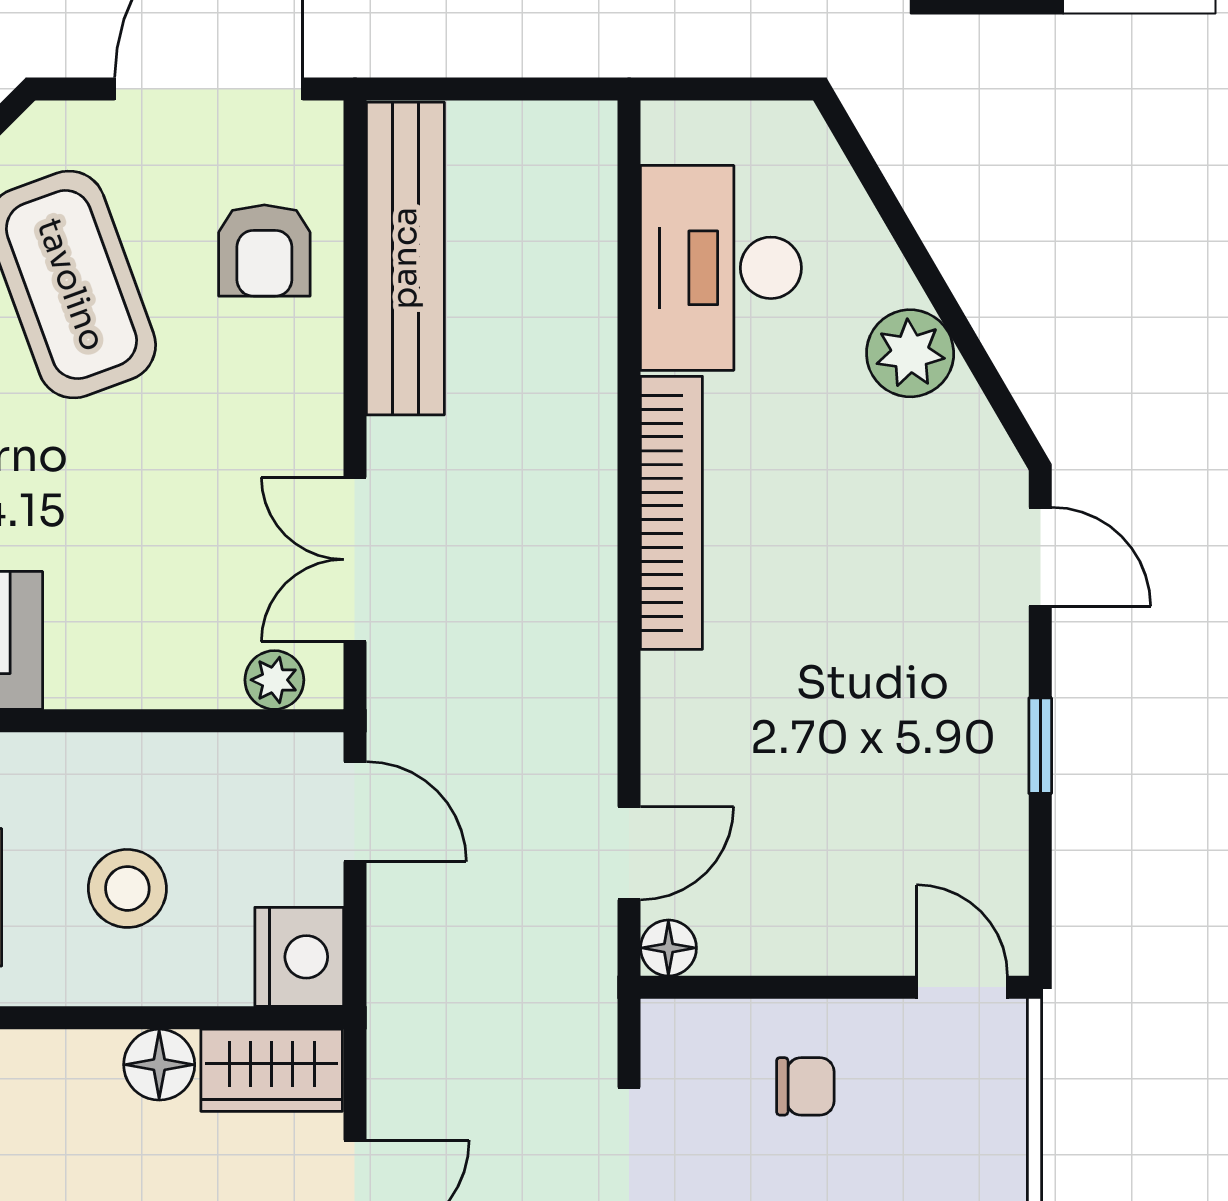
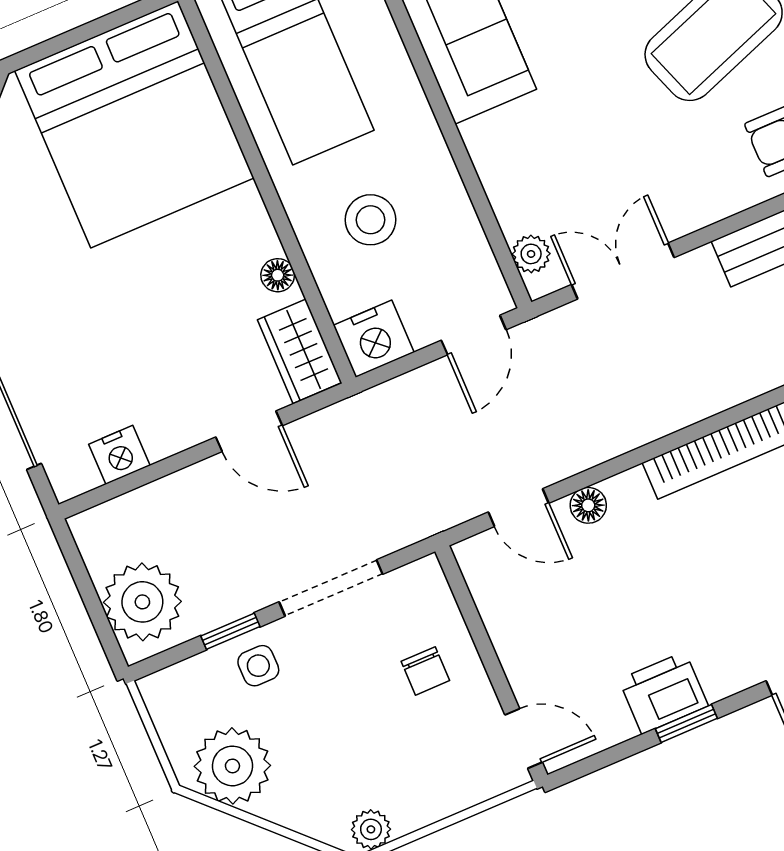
printer: (982, 760) -> (663, 693), added
floor lamp: (668, 948) -> (588, 505), moved
door: (962, 987) -> (524, 738), hinge flipped
floor lamp: (159, 1065) -> (278, 275), width x0.73, depth x0.73

